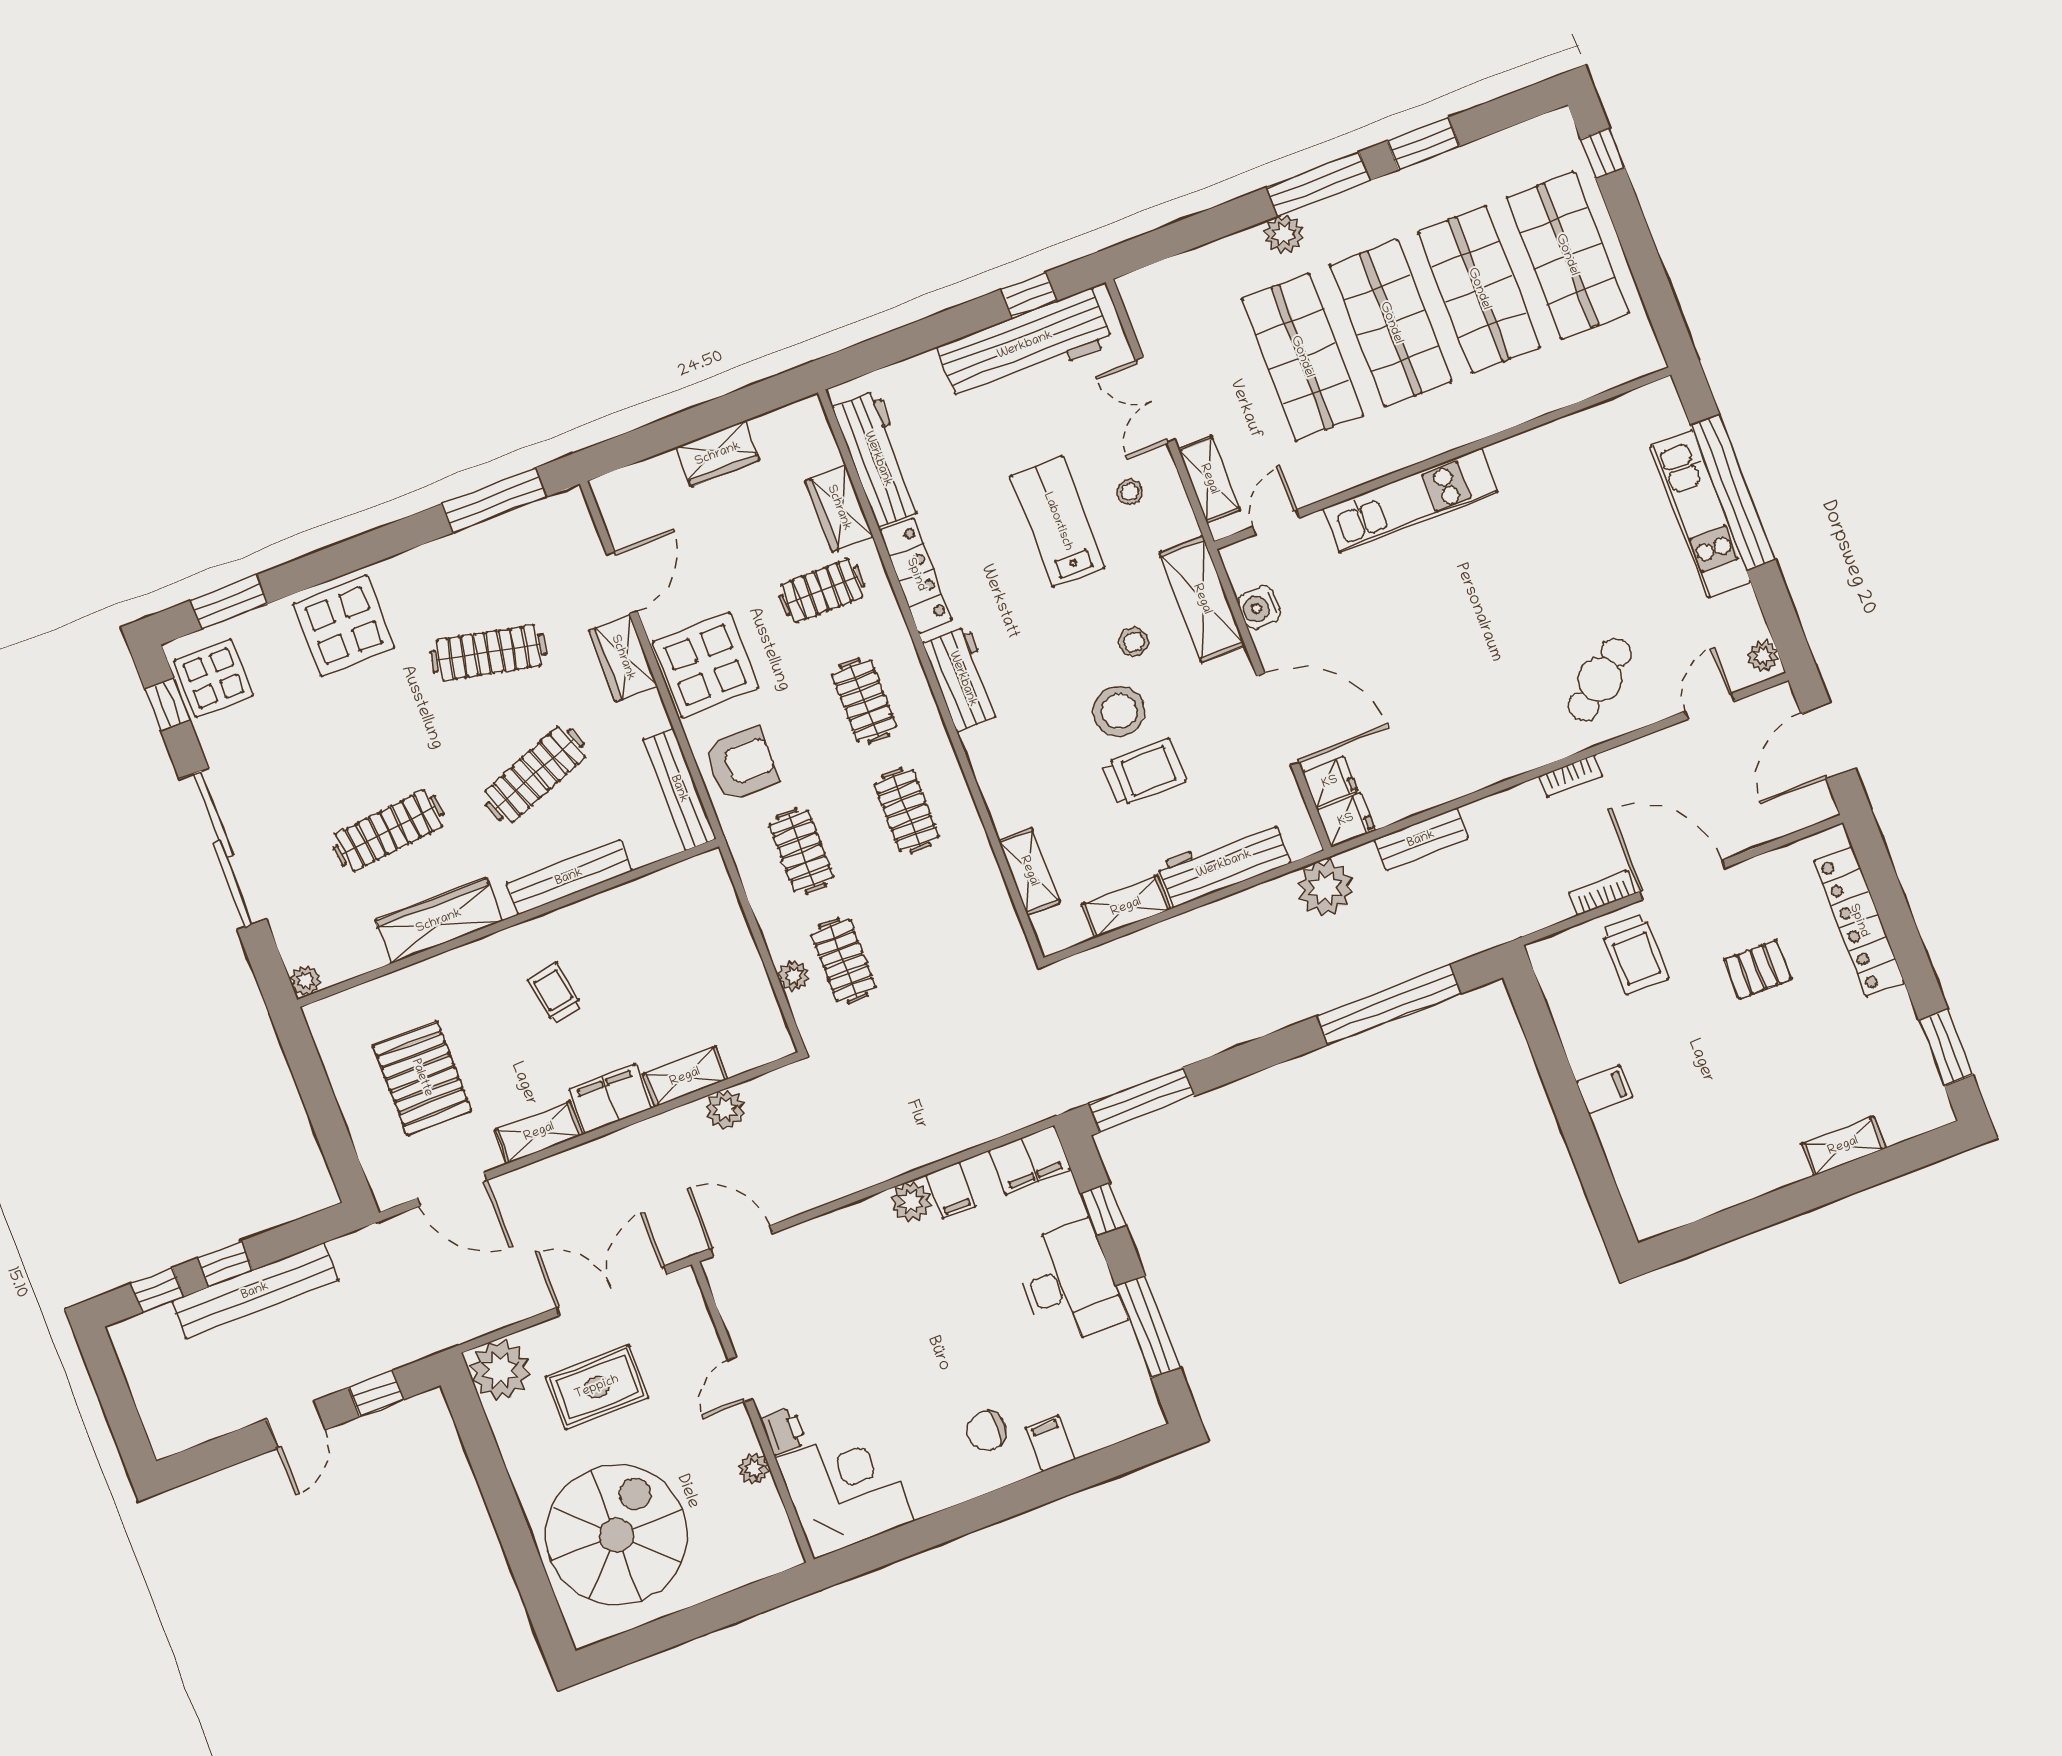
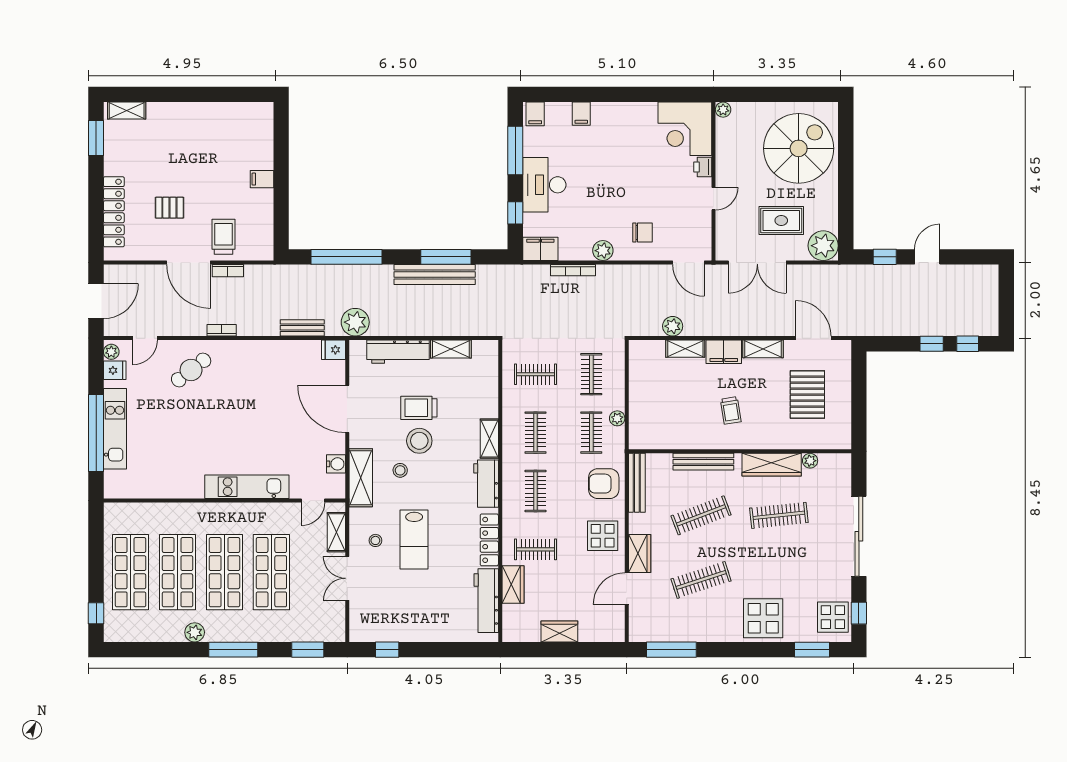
window: (1423, 144) -> (308, 650), moved
plant: (1284, 234) -> (195, 632), moved
workbench: (1025, 345) -> (398, 627), removed
double door: (1155, 400) -> (347, 578), swing flipped
clothes rail: (488, 653) -> (701, 580), turned -30
display table: (706, 665) -> (603, 536), width x0.73, depth x0.73
fridge: (1330, 782) -> (115, 370), moved, turned 180
shelving: (1029, 871) -> (489, 439), moved
clothes rail: (949, 920) -> (535, 374), added
plant: (793, 976) -> (617, 418), moved
plant: (306, 980) -> (810, 461), moved
window: (1141, 1100) -> (446, 257), moved
bookcase: (953, 1143) -> (573, 270), added
shelving: (1843, 1146) -> (127, 111), moved
filing cabinet: (951, 1190) -> (535, 114), moved, turned 180
bench: (255, 1291) -> (435, 274), moved
chair: (987, 1431) -> (642, 232), moved
plant: (754, 1469) -> (723, 110), moved
spiral stairs: (617, 1535) -> (799, 148), turned 180

